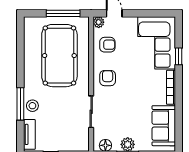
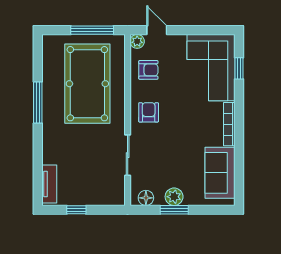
window: (179, 56) -> (239, 68), moved
window: (20, 104) -> (38, 103), moved
stool: (32, 106) -> (53, 147), removed

